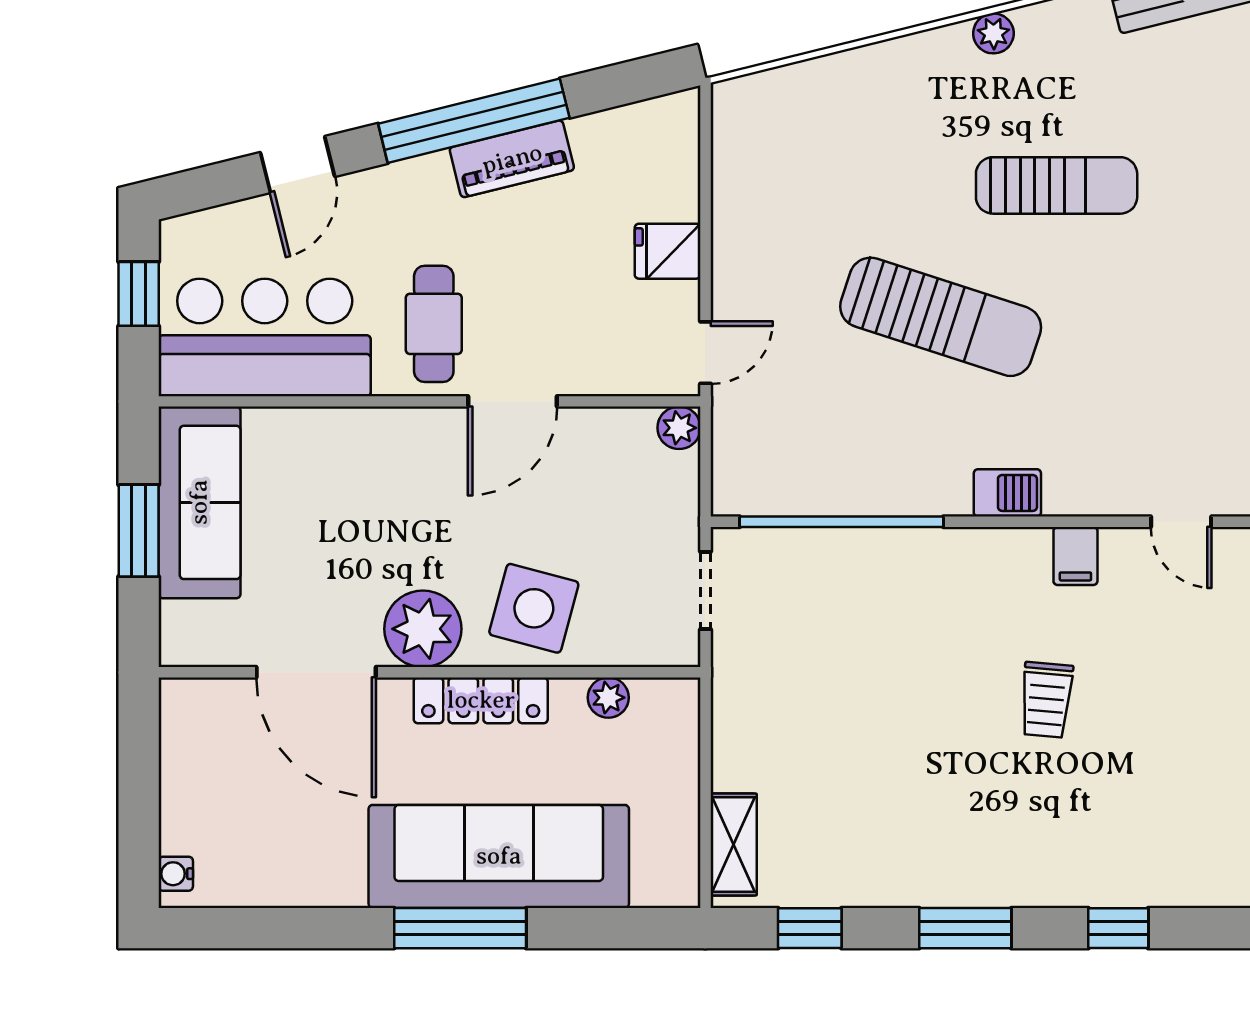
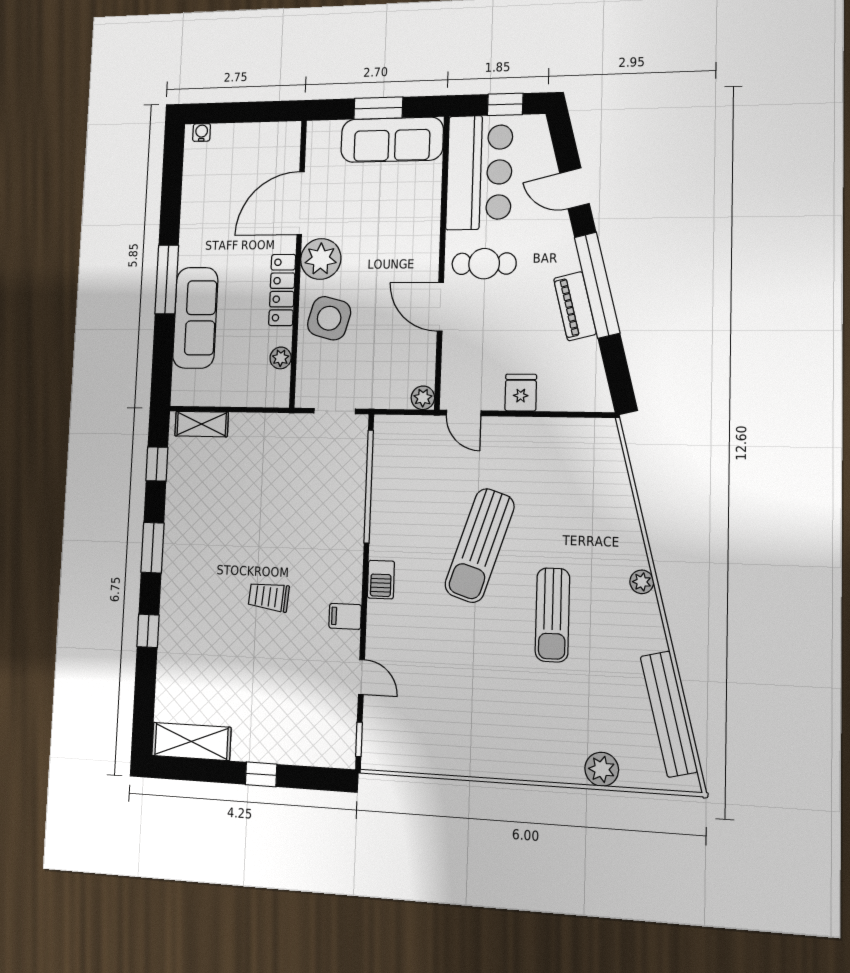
door: (1181, 522) -> (361, 677), swing flipped
sofa: (499, 856) -> (195, 318), width x0.74, depth x0.79

